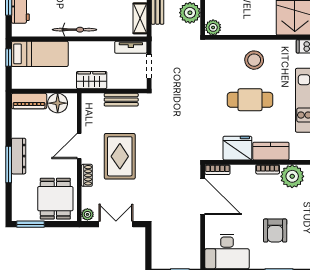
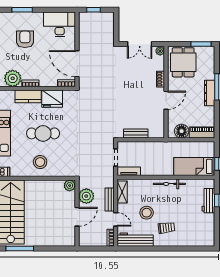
wardrobe: (92, 80) -> (157, 148), removed
rug: (120, 156) -> (137, 93), removed

